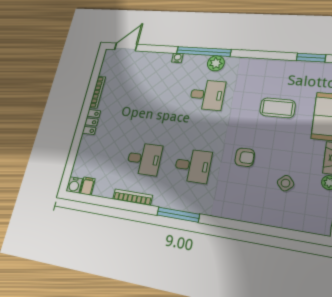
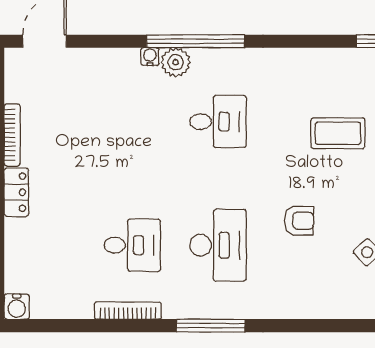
plant: (216, 63) -> (176, 62), moved
desk: (193, 166) -> (218, 245), width x1.37
filing cabinet: (87, 186) -> (42, 305), removed

